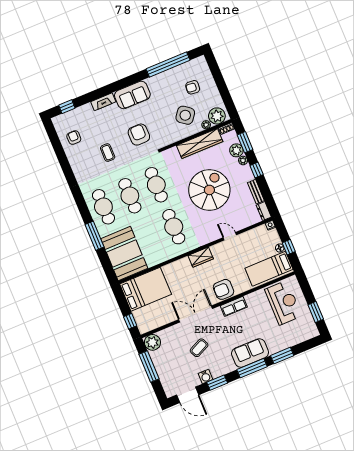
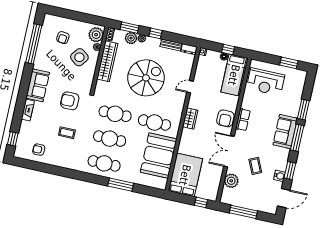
spiral stairs: (209, 190) -> (146, 78), turned 90
booth: (124, 254) -> (159, 156), moved, turned 90
reception desk: (283, 303) -> (266, 82), turned 180
plant: (152, 342) -> (231, 181), moved

